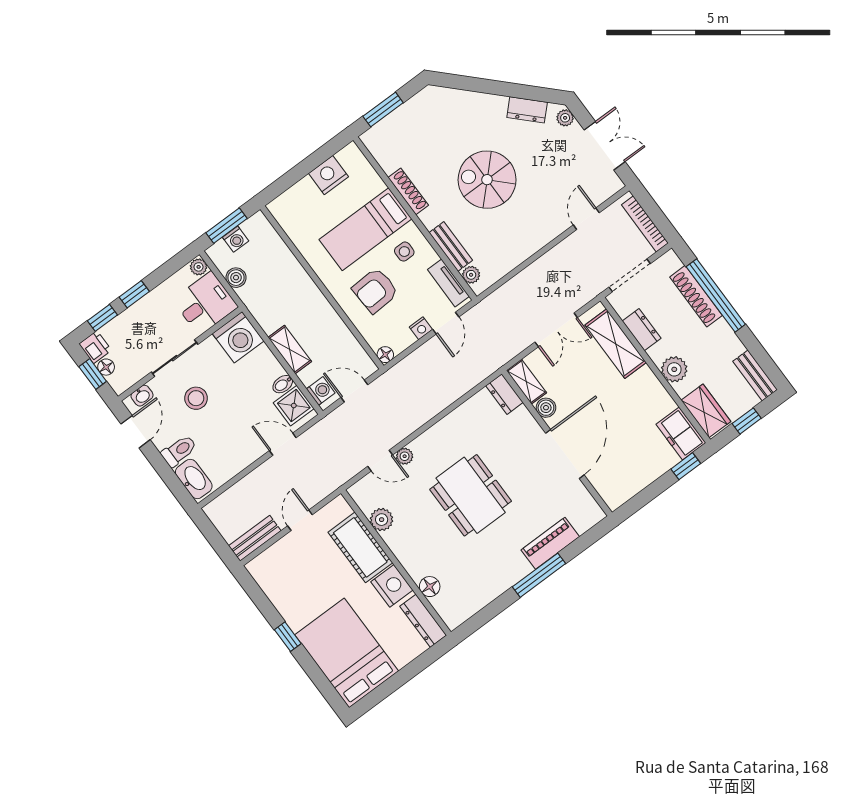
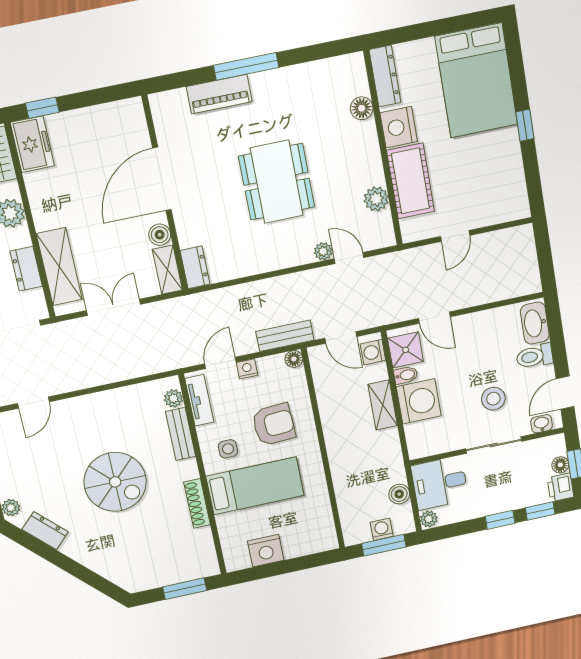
washing machine: (238, 337) -> (419, 401), moved, turned 90
bench: (255, 538) -> (285, 336), moved

